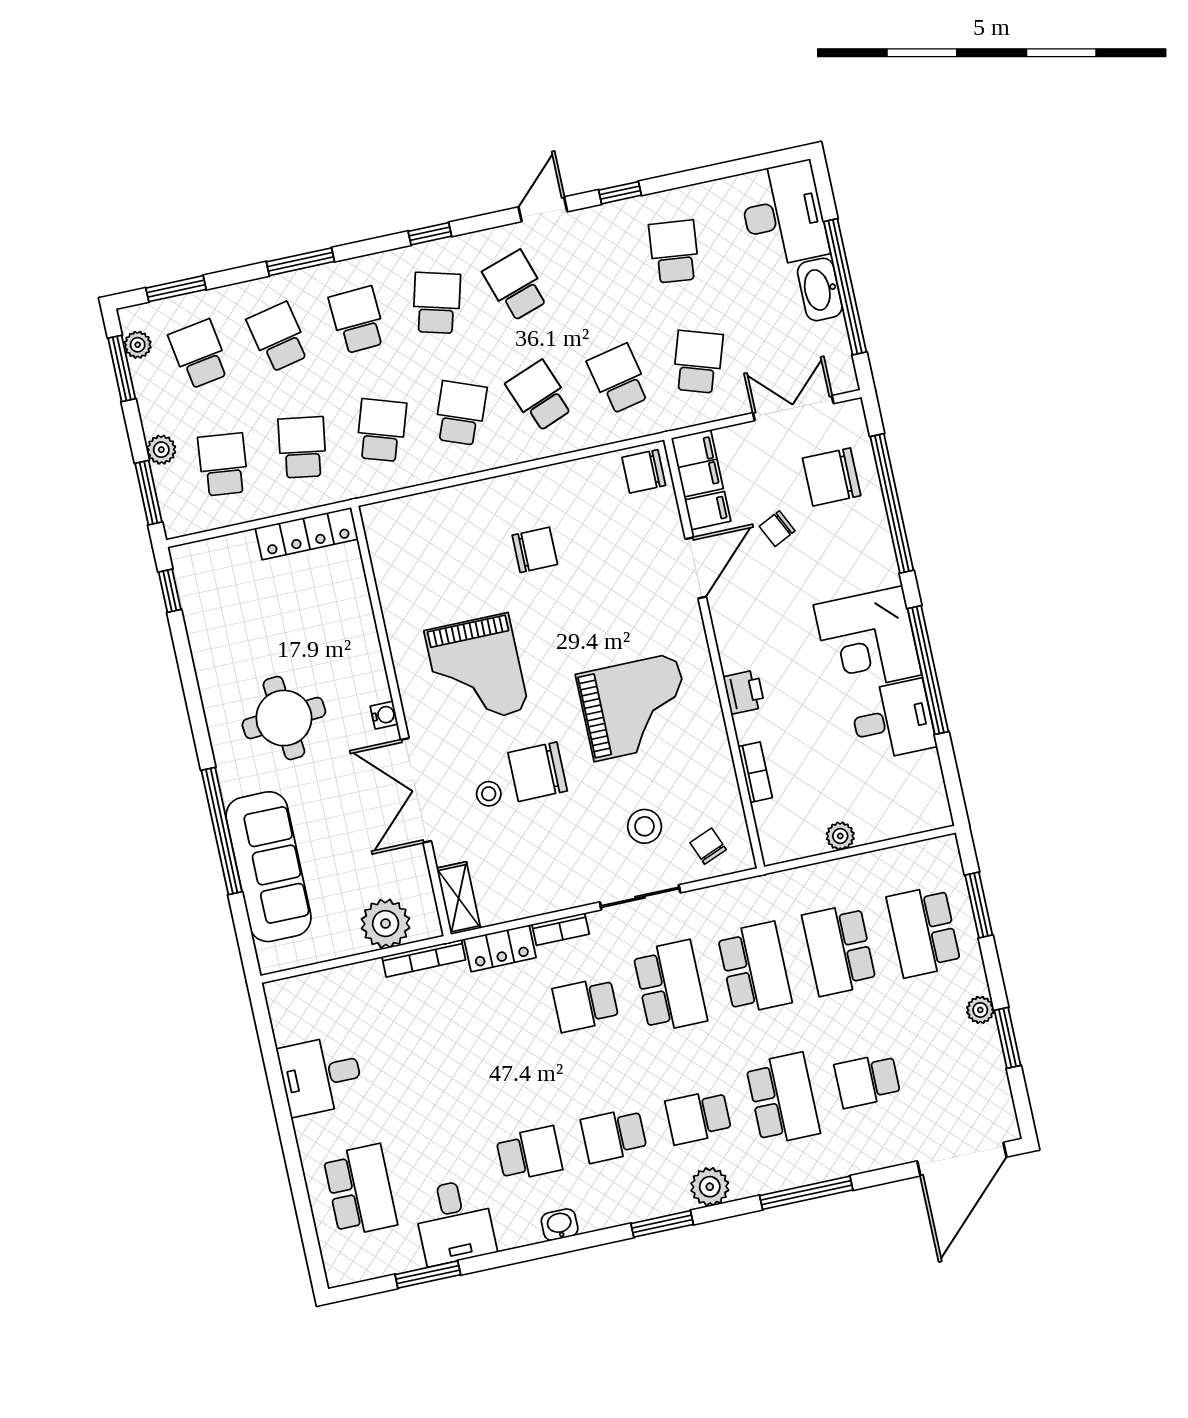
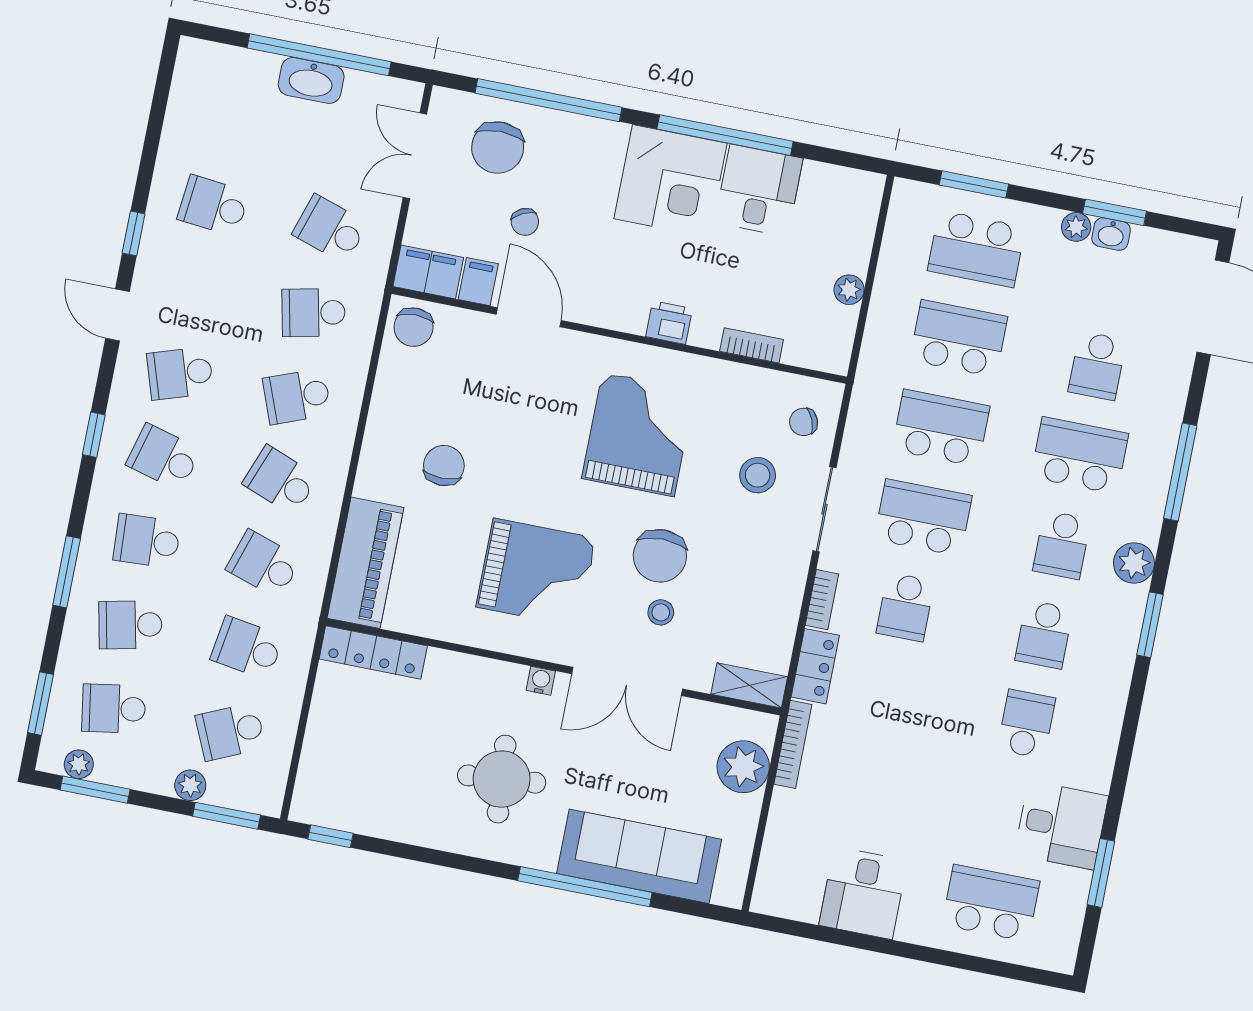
desk: (783, 214) -> (223, 84), removed
school desk: (223, 464) -> (230, 732), turned -30
piano: (421, 518) -> (365, 563), added
locker: (307, 534) -> (373, 652), moved, turned 90
school desk: (839, 950) -> (959, 338), turned 180
washbasin: (560, 1225) -> (1111, 234), moved, turned -90

